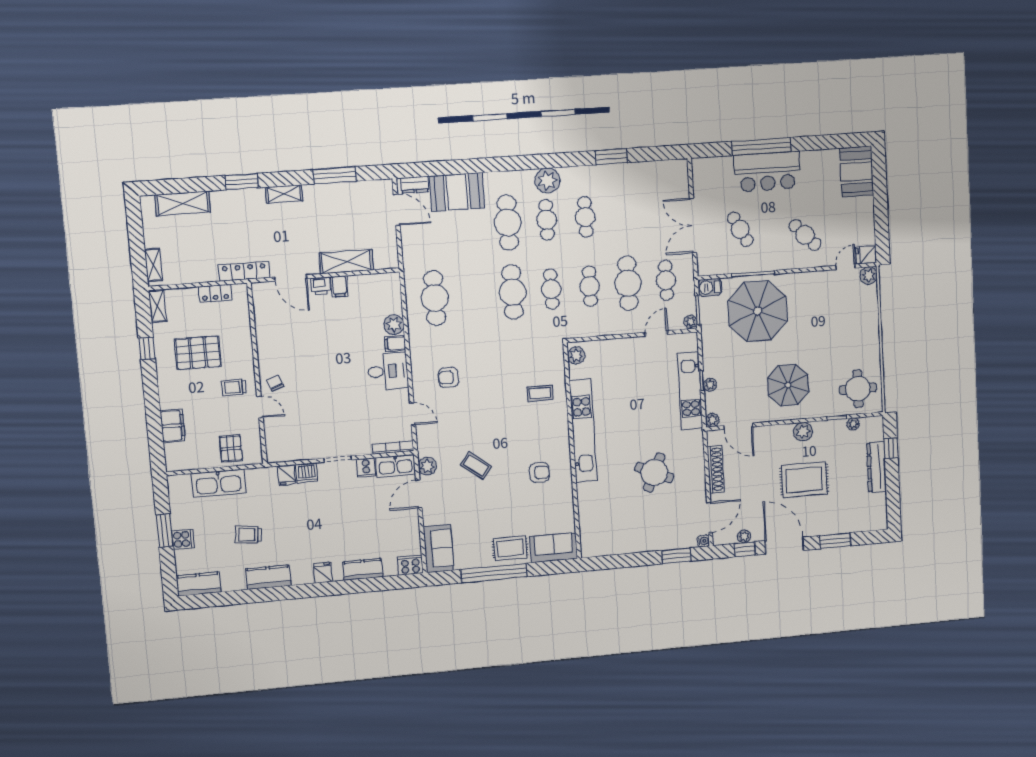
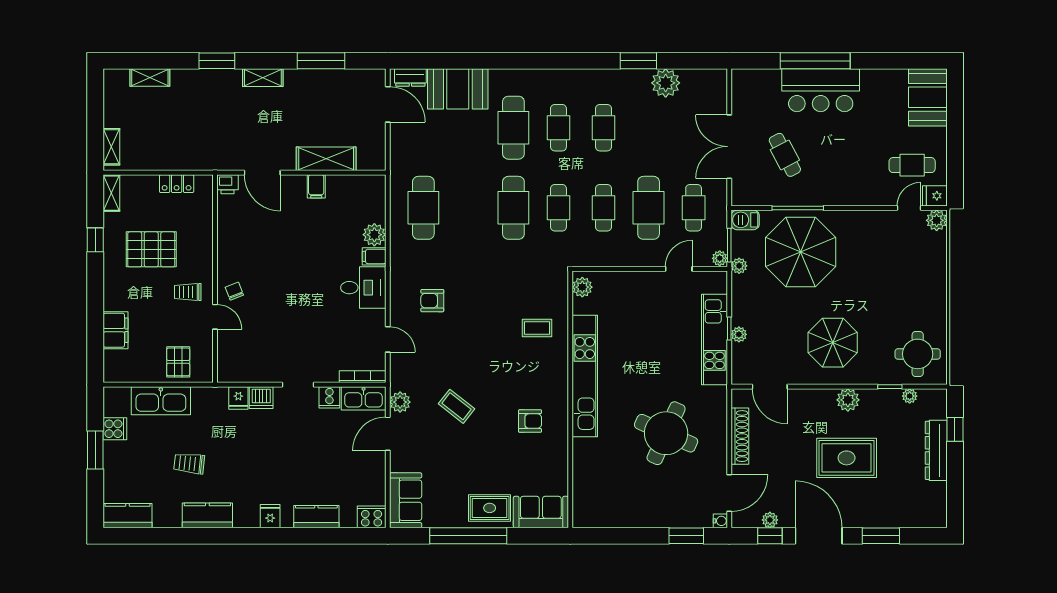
plant: (547, 181) -> (666, 83), moved
shelving: (183, 203) -> (150, 78), width x0.67, depth x0.75
cafe table: (805, 235) -> (912, 165), moved, turned -46
locker: (244, 271) -> (211, 161), removed
printer: (321, 286) -> (228, 184), moved
plant: (712, 420) -> (739, 266), moved
round table: (654, 473) -> (666, 433), width x1.36, depth x1.36
cooker: (183, 539) -> (115, 429), moved

